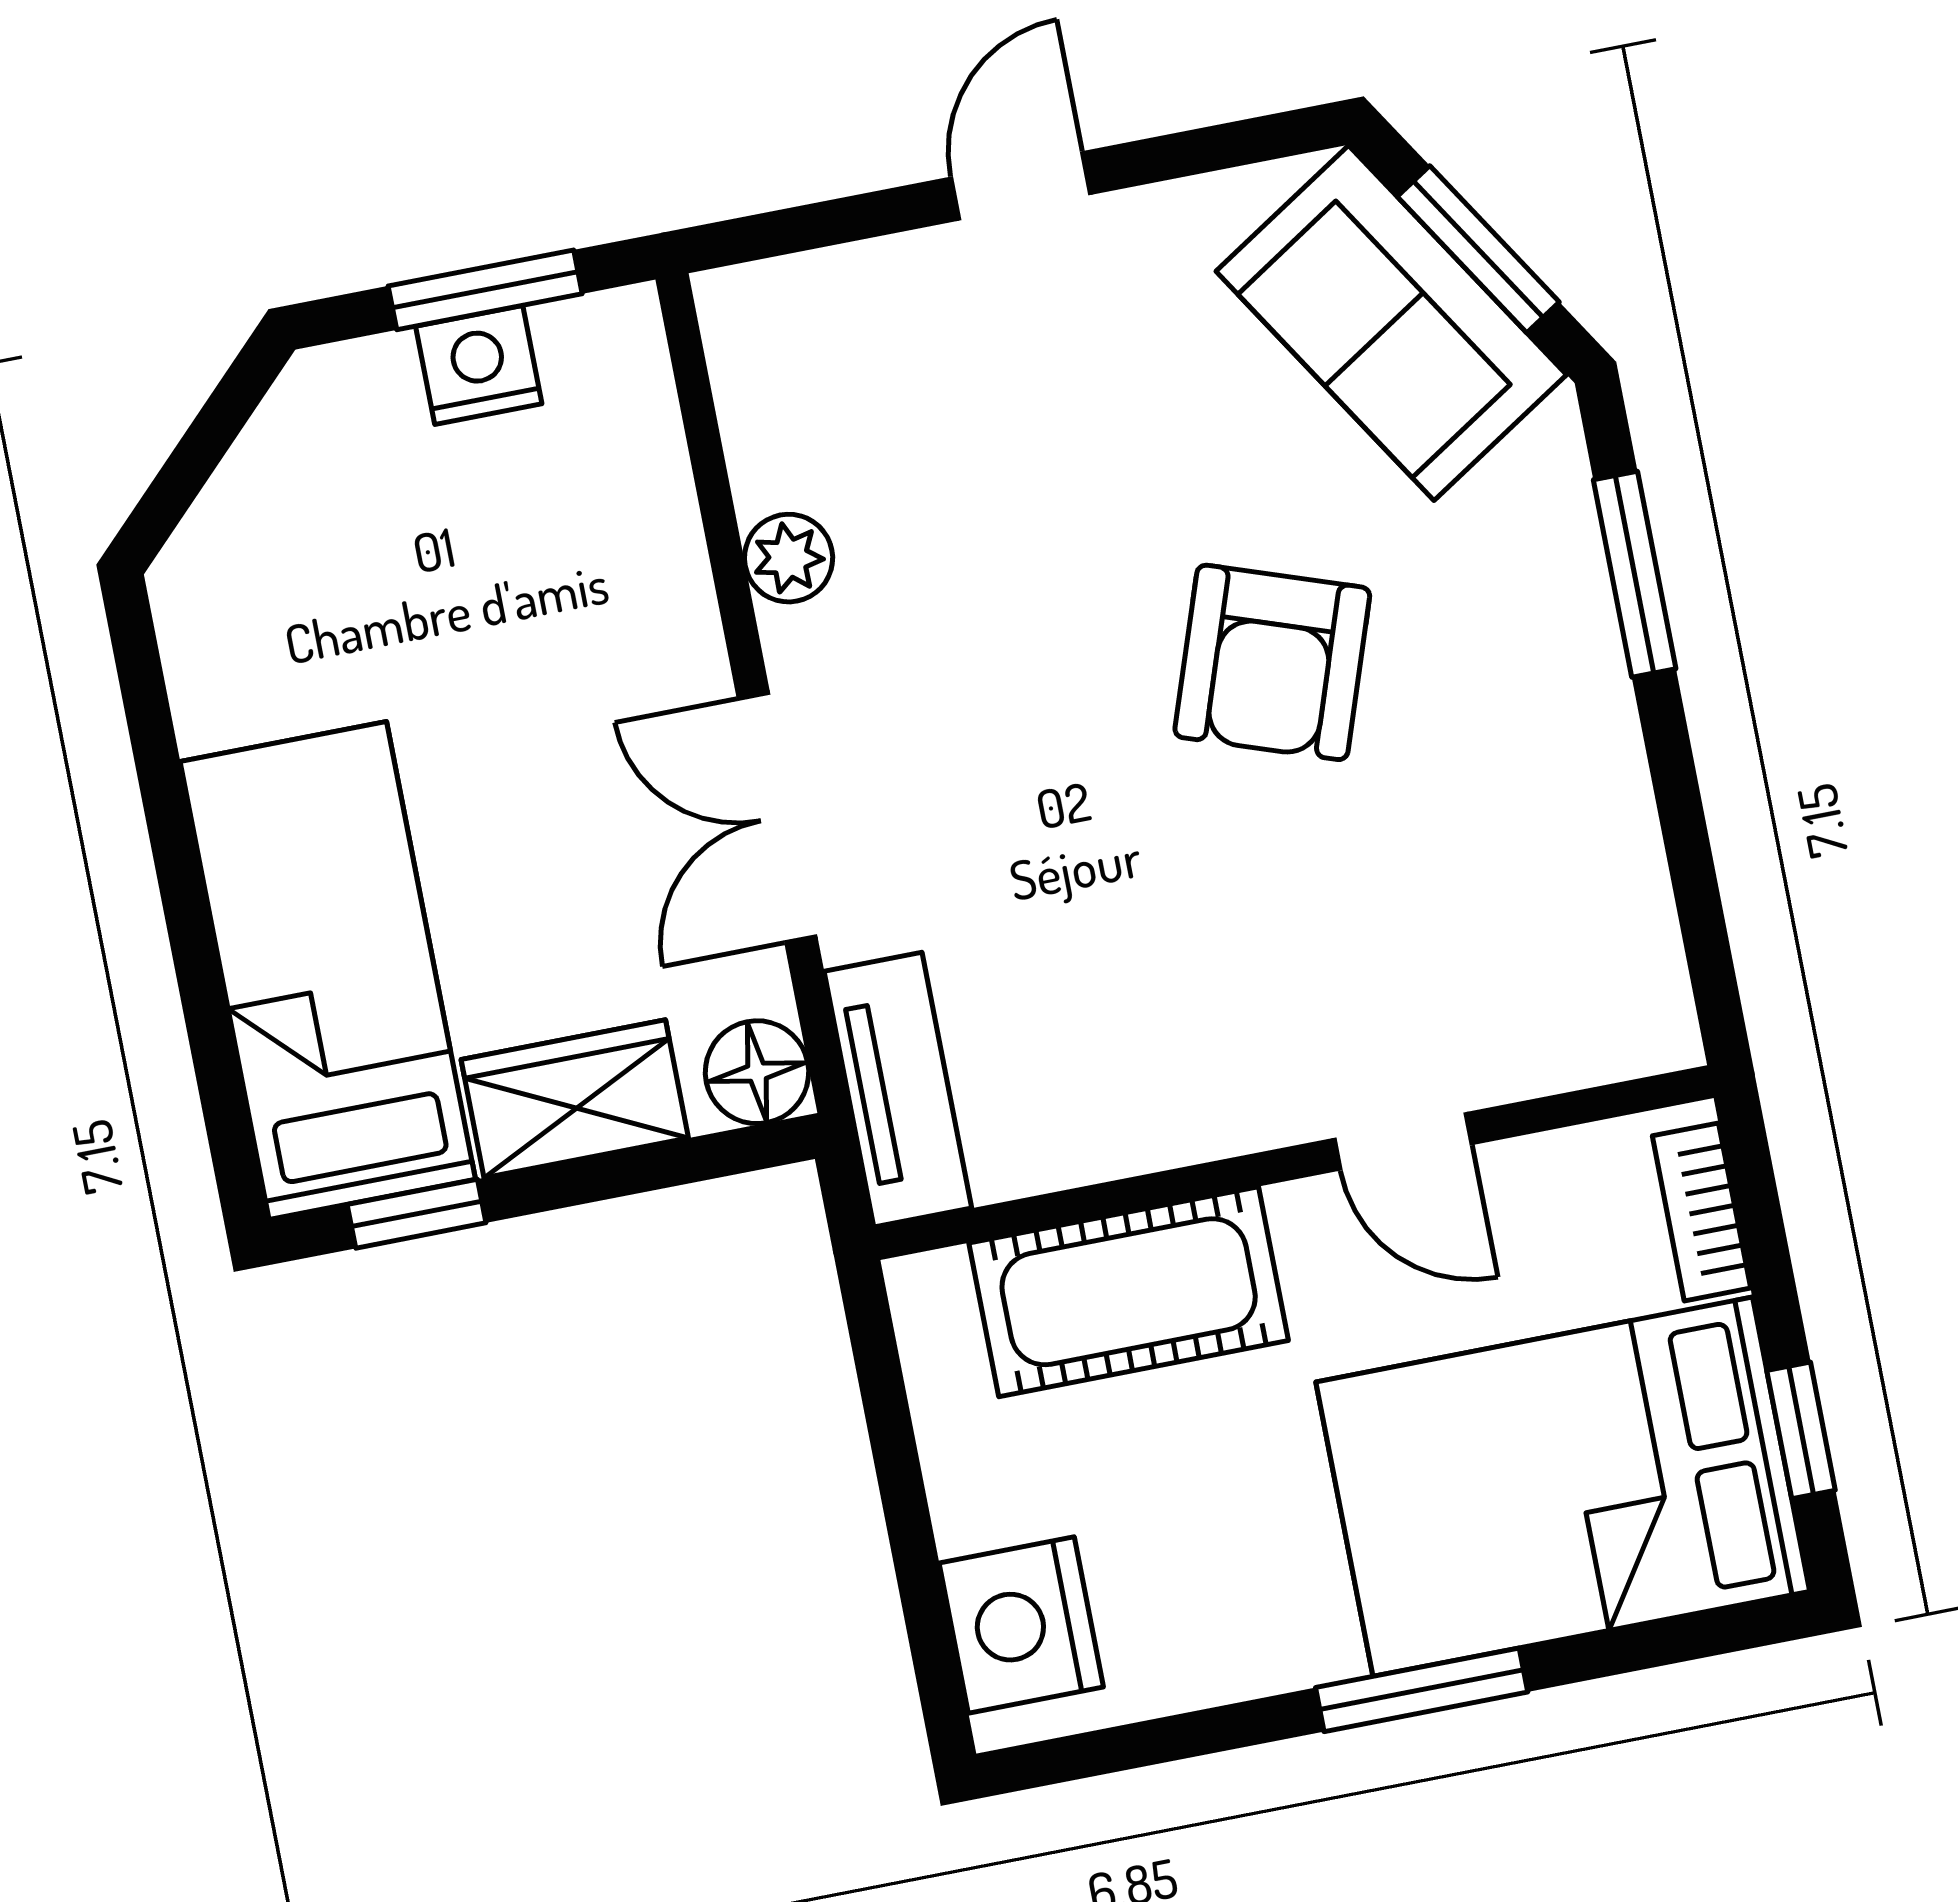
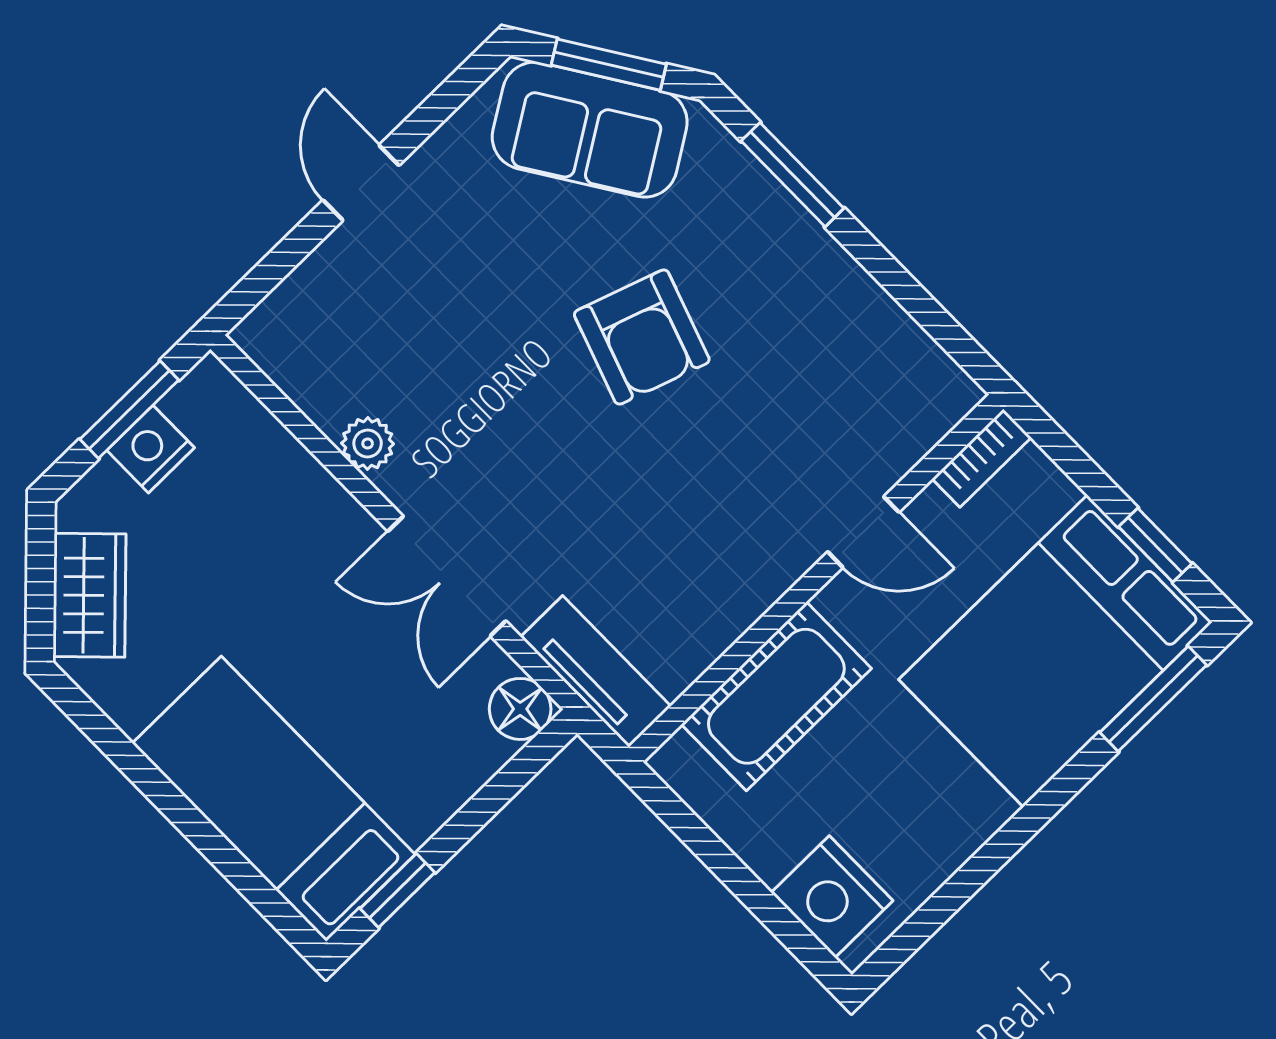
wardrobe: (575, 1099) -> (89, 595), moved, turned 135
bookcase: (1701, 1212) -> (982, 458), moved, turned -90
window: (1422, 1690) -> (1153, 699), moved

